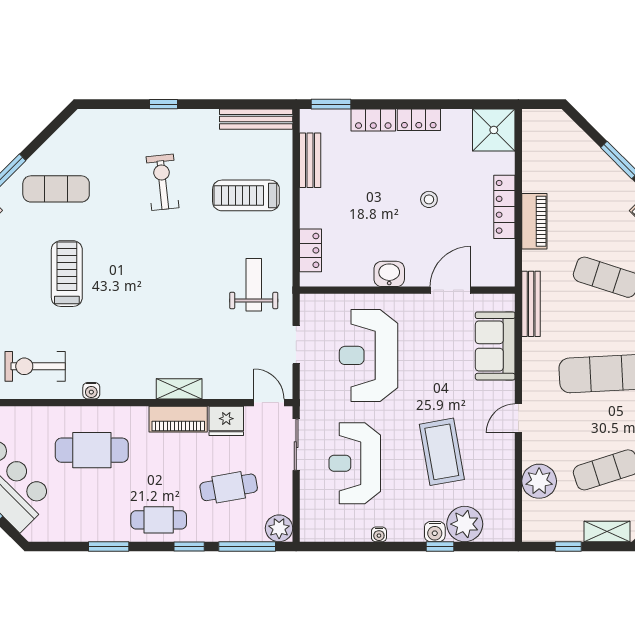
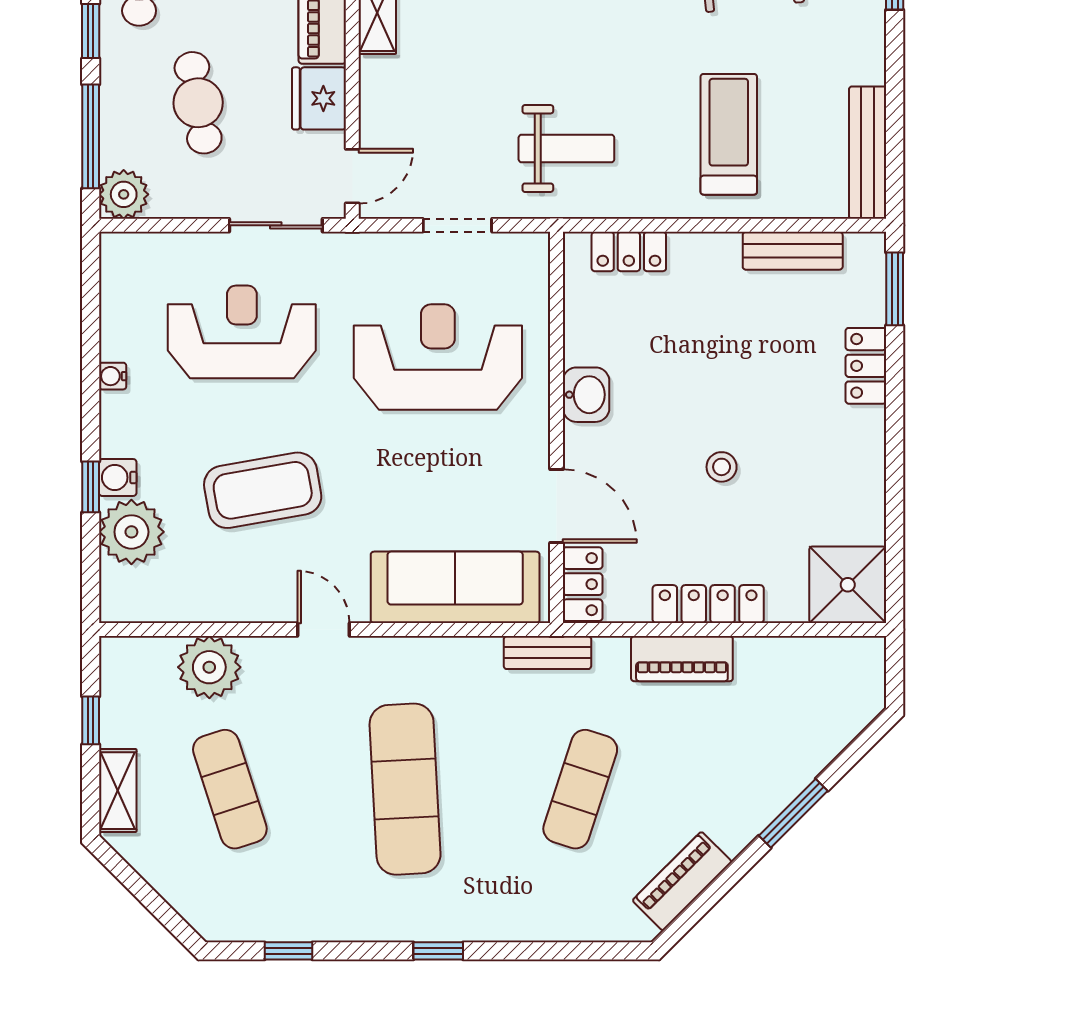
locker: (419, 120) -> (583, 584), moved, turned 180
bench: (531, 304) -> (547, 653), width x0.73
sofa: (495, 346) -> (455, 587), width x1.36

